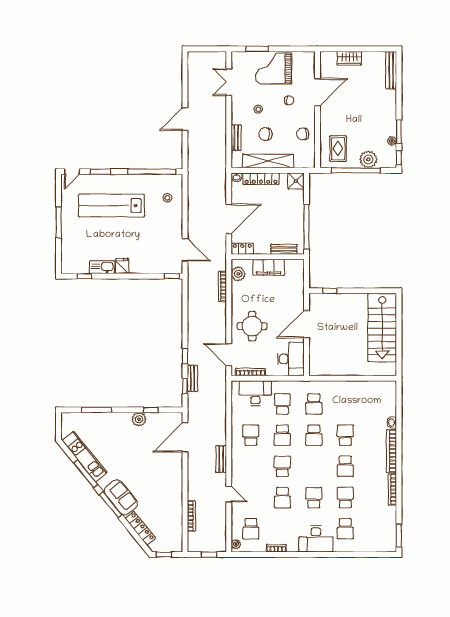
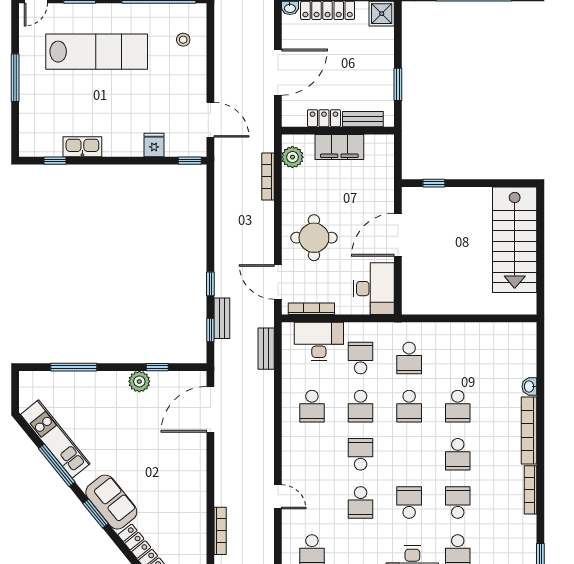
lab bench: (111, 206) -> (97, 52), turned 180
window: (307, 227) -> (398, 84), width x0.47
locker: (242, 249) -> (324, 118), moved
fridge: (122, 266) -> (154, 145), moved
school desk: (251, 435) -> (312, 406), turned 180
school desk: (345, 435) -> (458, 406), turned 180
bench: (221, 459) -> (266, 349), moved
window: (111, 505) -> (96, 513), width x0.69

